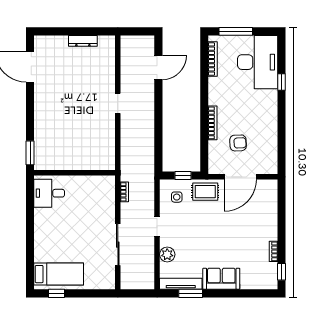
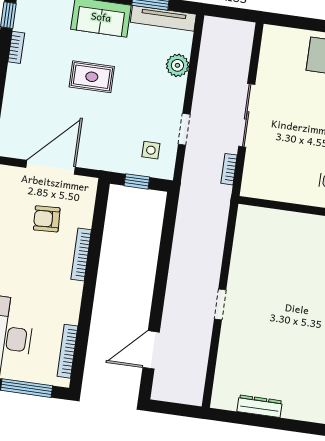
rug: (205, 192) -> (92, 77), moved
doorway: (157, 226) -> (184, 129), moved
sliding door: (118, 245) -> (247, 115), moved

